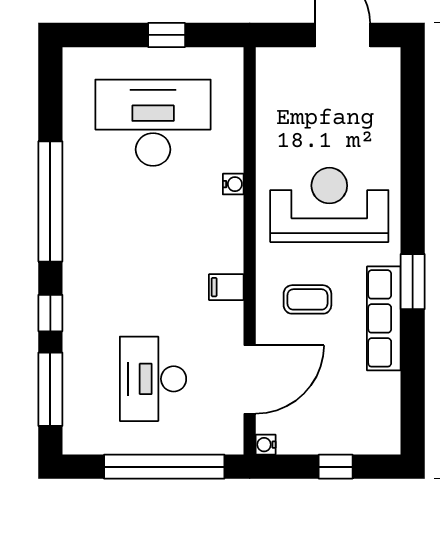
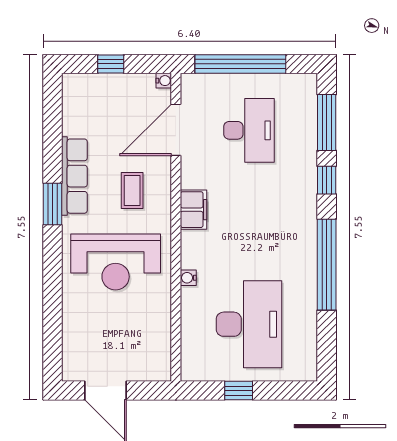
desk: (153, 123) -> (249, 324), turned -90
filing cabinet: (226, 287) -> (194, 210), width x2.00
coffee table: (307, 299) -> (132, 190), turned 90

